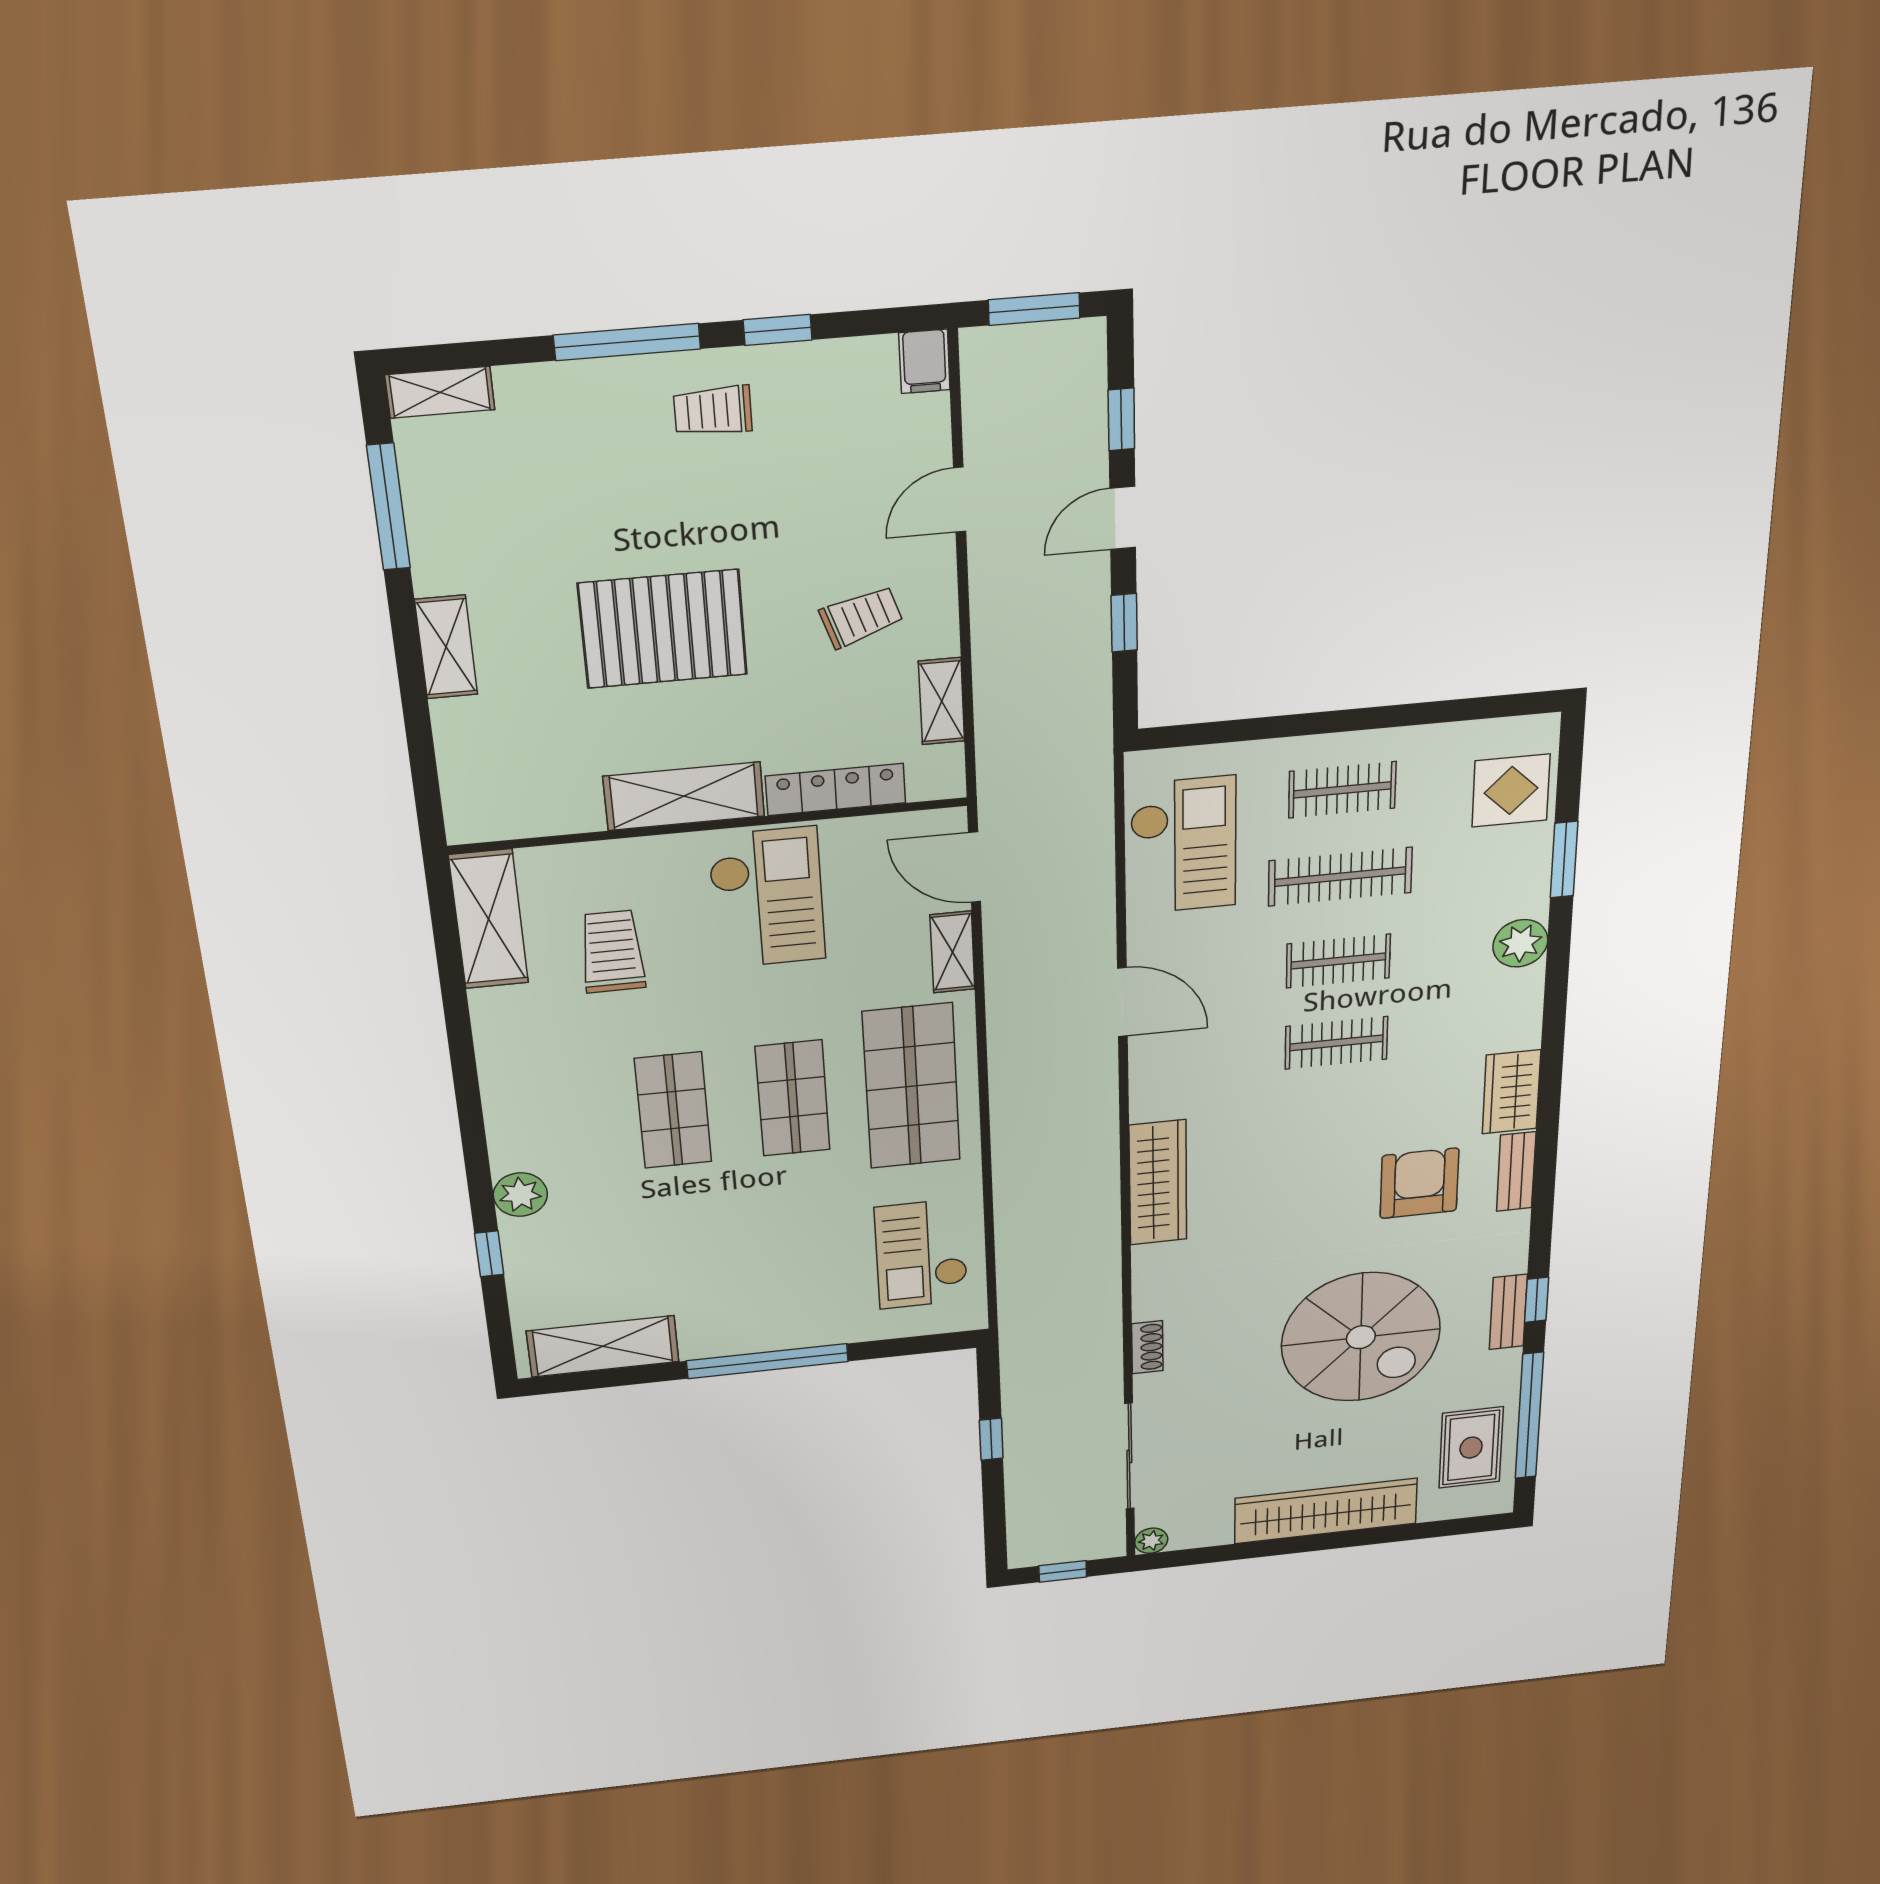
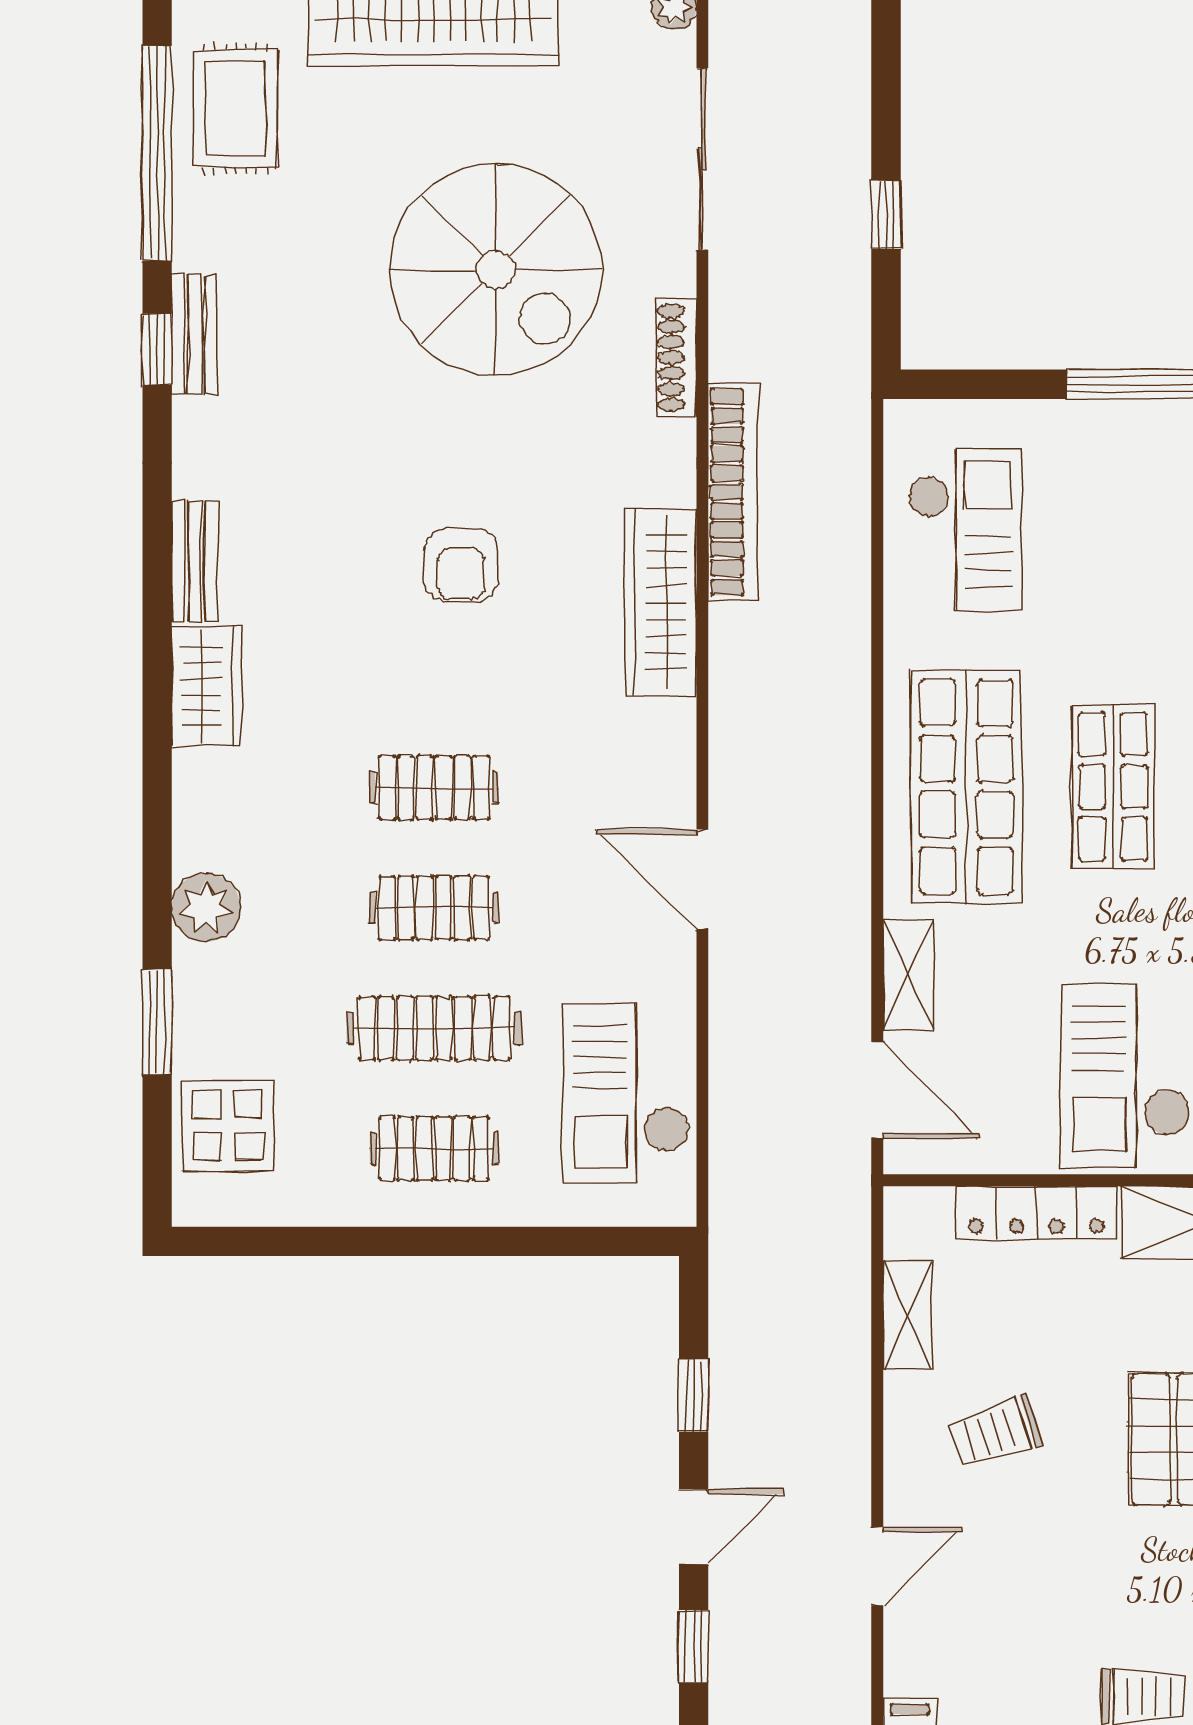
armchair: (1419, 1183) -> (461, 565), moved, width x0.72, depth x0.72
bookcase: (1103, 1258) -> (733, 492), added
spiral stairs: (1361, 1337) -> (496, 270), moved, turned 180
shoe rack: (1147, 1347) -> (676, 358), width x1.43

